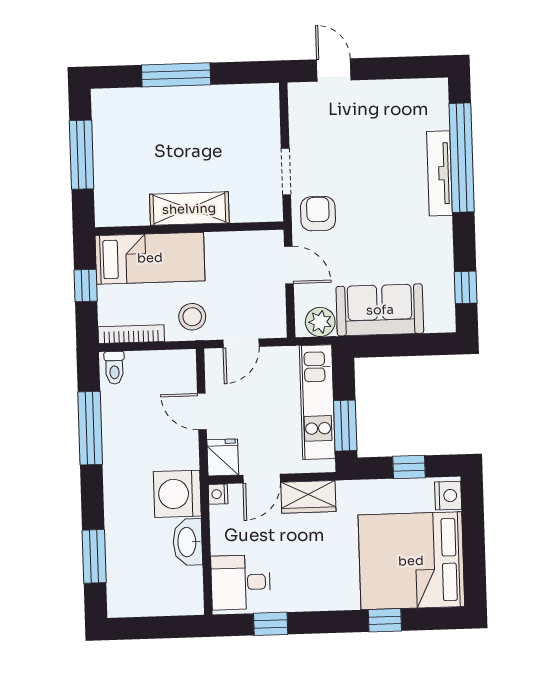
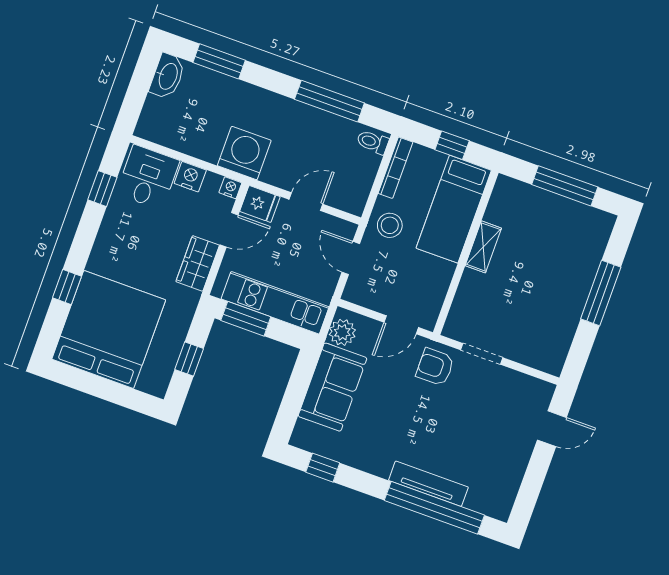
shelving: (189, 209) -> (483, 247), width x0.67, depth x0.75
armchair: (318, 214) -> (435, 367), turned 180
door: (262, 479) -> (229, 230), swing flipped
nightstand: (448, 496) -> (190, 177), moved, turned 180
washbasin: (188, 542) -> (167, 76), moved, turned 90

